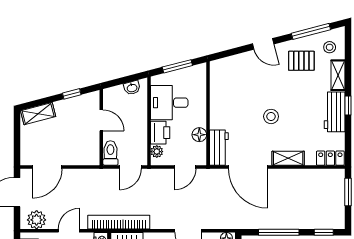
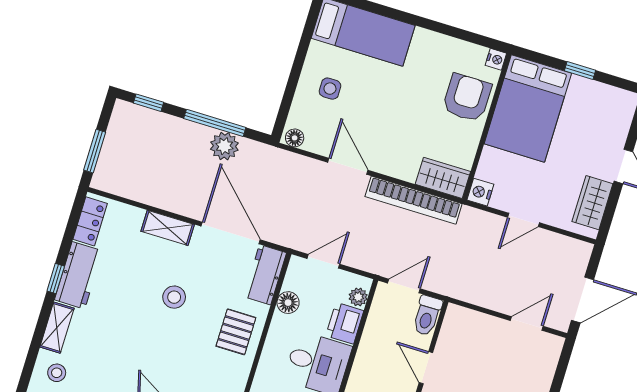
pallet: (301, 61) -> (236, 332), moved, turned 90
locker: (330, 158) -> (90, 221), moved, turned -90
door: (47, 167) -> (527, 323), width x0.73
plant: (37, 220) -> (224, 146), moved
bookcase: (119, 222) -> (414, 200), moved

